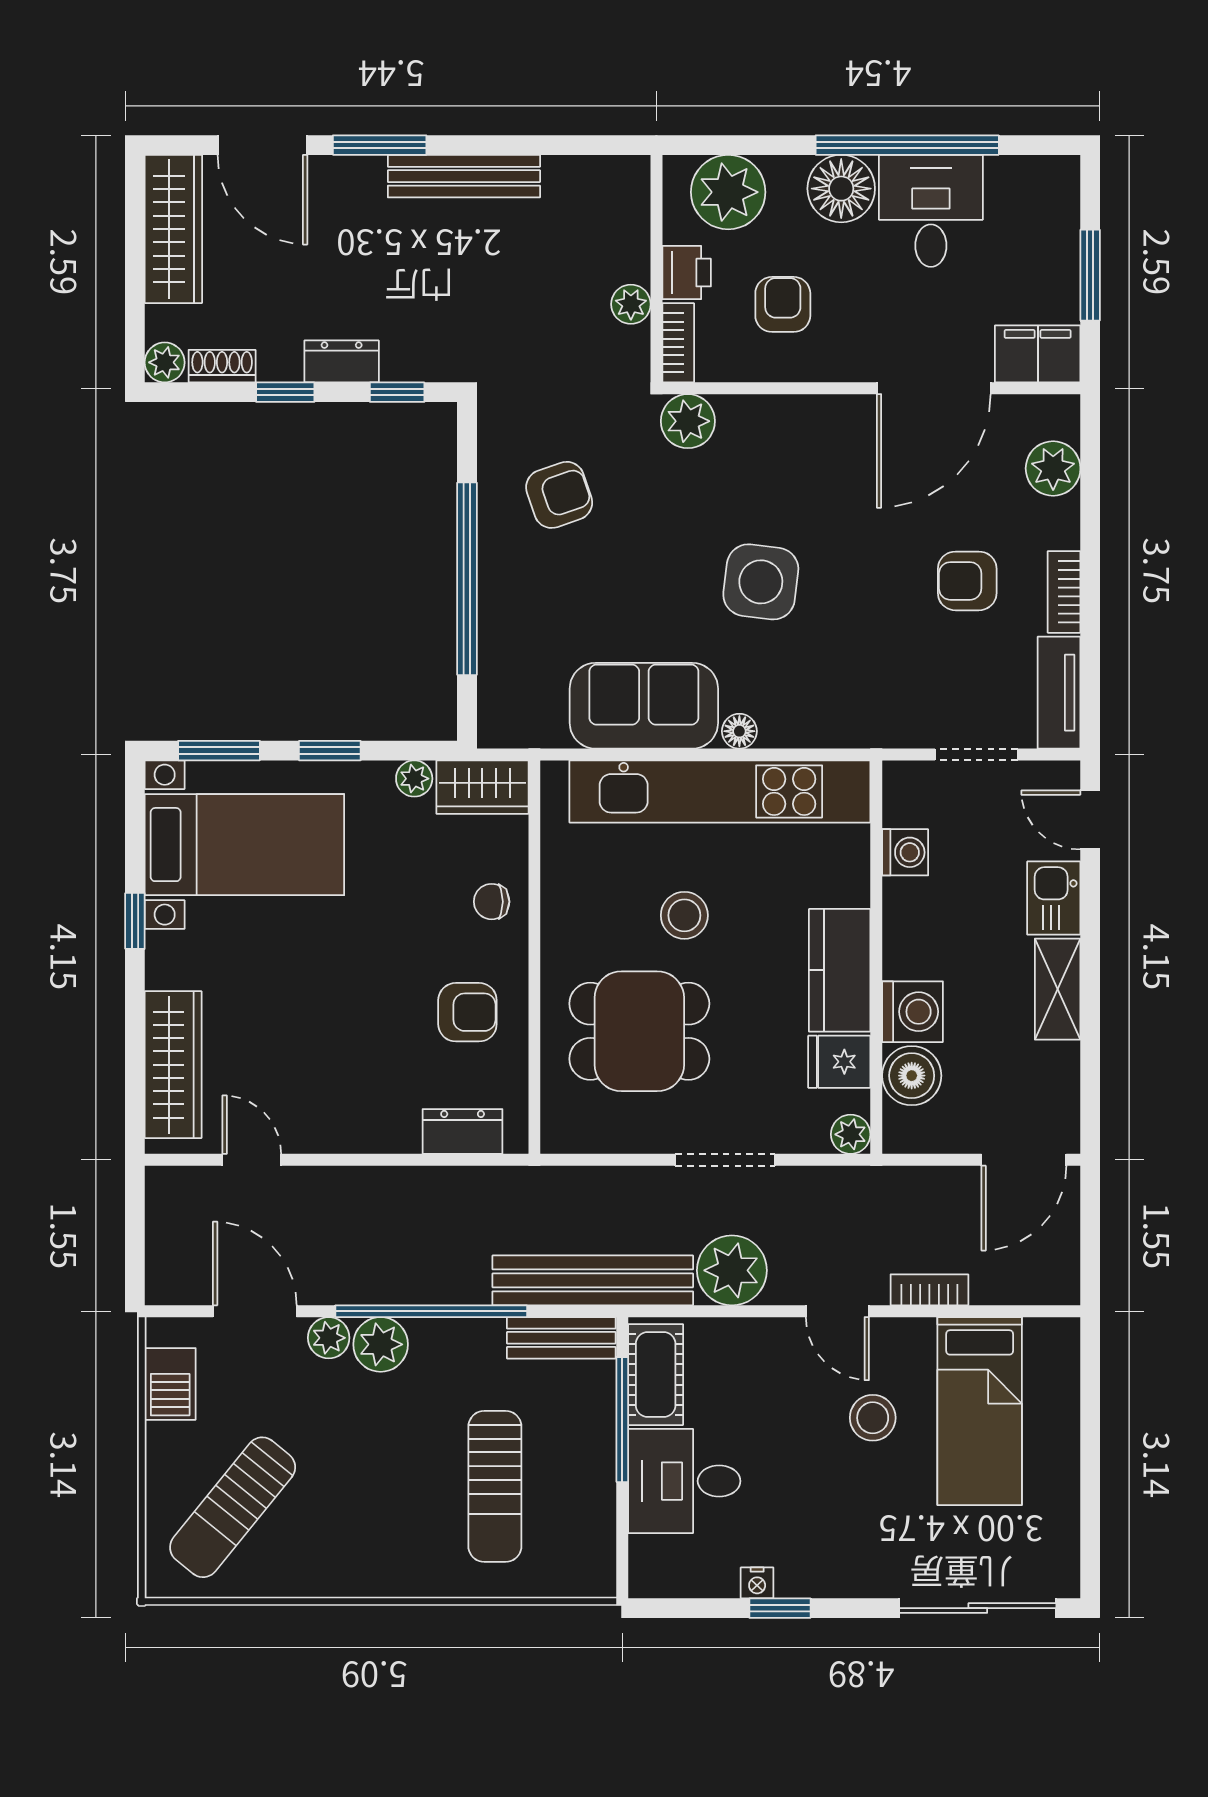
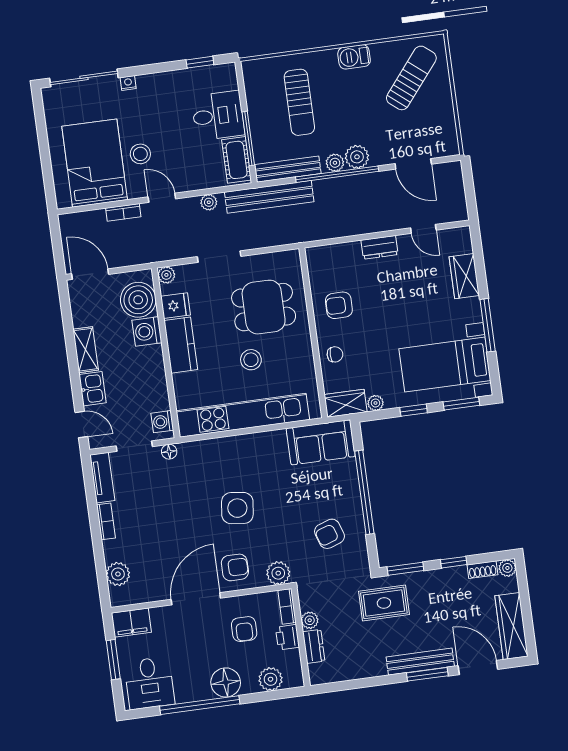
bench: (464, 176) -> (420, 662), moved
plant: (728, 192) -> (271, 679), width x0.73, depth x0.73
desk: (931, 211) -> (149, 683), moved
rug: (456, 321) -> (384, 603), added
dresser: (342, 361) -> (314, 646), moved, turned -90
door: (934, 388) -> (196, 599), moved
window: (397, 392) -> (405, 569), width x1.50
armchair: (967, 581) -> (235, 567), moved
sofa: (644, 706) -> (321, 442), moved
floor lamp: (739, 731) -> (169, 452), moved
washing machine: (905, 852) -> (162, 422), moved
window: (135, 921) -> (488, 325), width x2.17
wardrobe: (173, 1065) -> (464, 276), width x0.67
boiler: (912, 1076) -> (138, 300), width x1.37, depth x1.37
dresser: (463, 1131) -> (379, 247), moved
door: (1024, 1160) -> (90, 274), hinge flipped
plant: (732, 1270) -> (209, 202), width x0.53, depth x0.53
plant: (329, 1338) -> (335, 163), moved
bench: (561, 1338) -> (288, 169), width x1.36
barbecue: (170, 1384) -> (354, 57), moved, turned -90
bed: (980, 1411) -> (95, 163), width x1.50
sun lounger: (495, 1486) -> (299, 102), turned 180
nightstand: (757, 1583) -> (128, 83), moved
window: (780, 1608) -> (200, 62), moved

